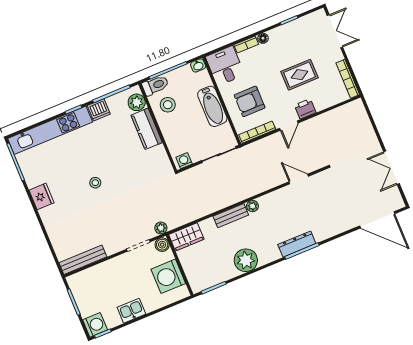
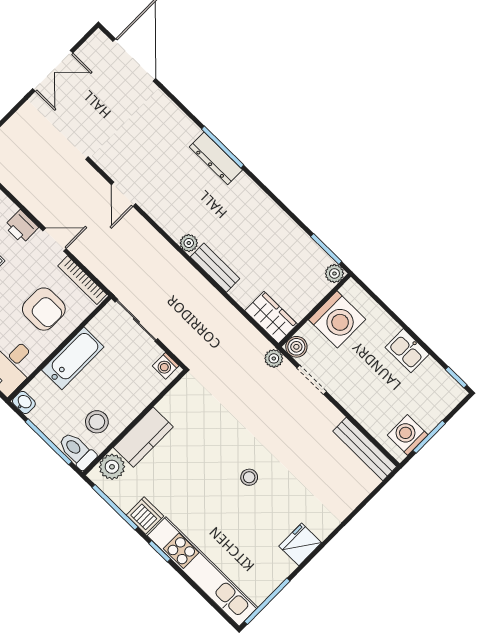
plant: (246, 260) -> (334, 274), moved, width x0.53, depth x0.53
washing machine: (95, 325) -> (408, 435), moved

